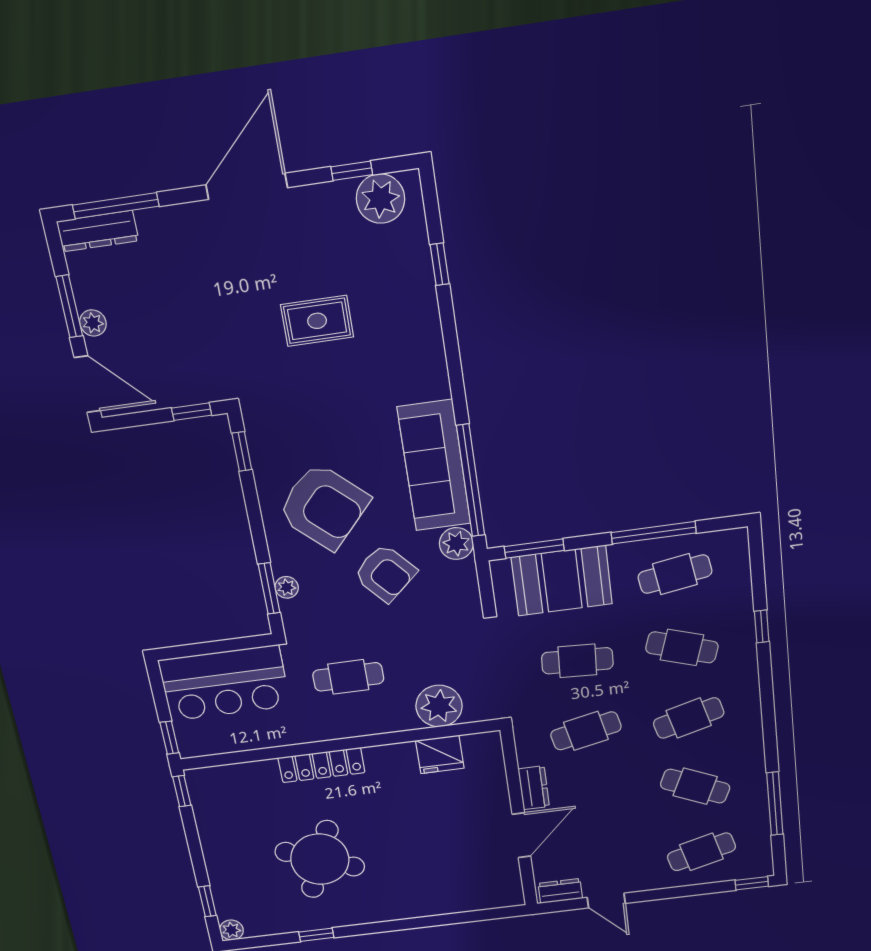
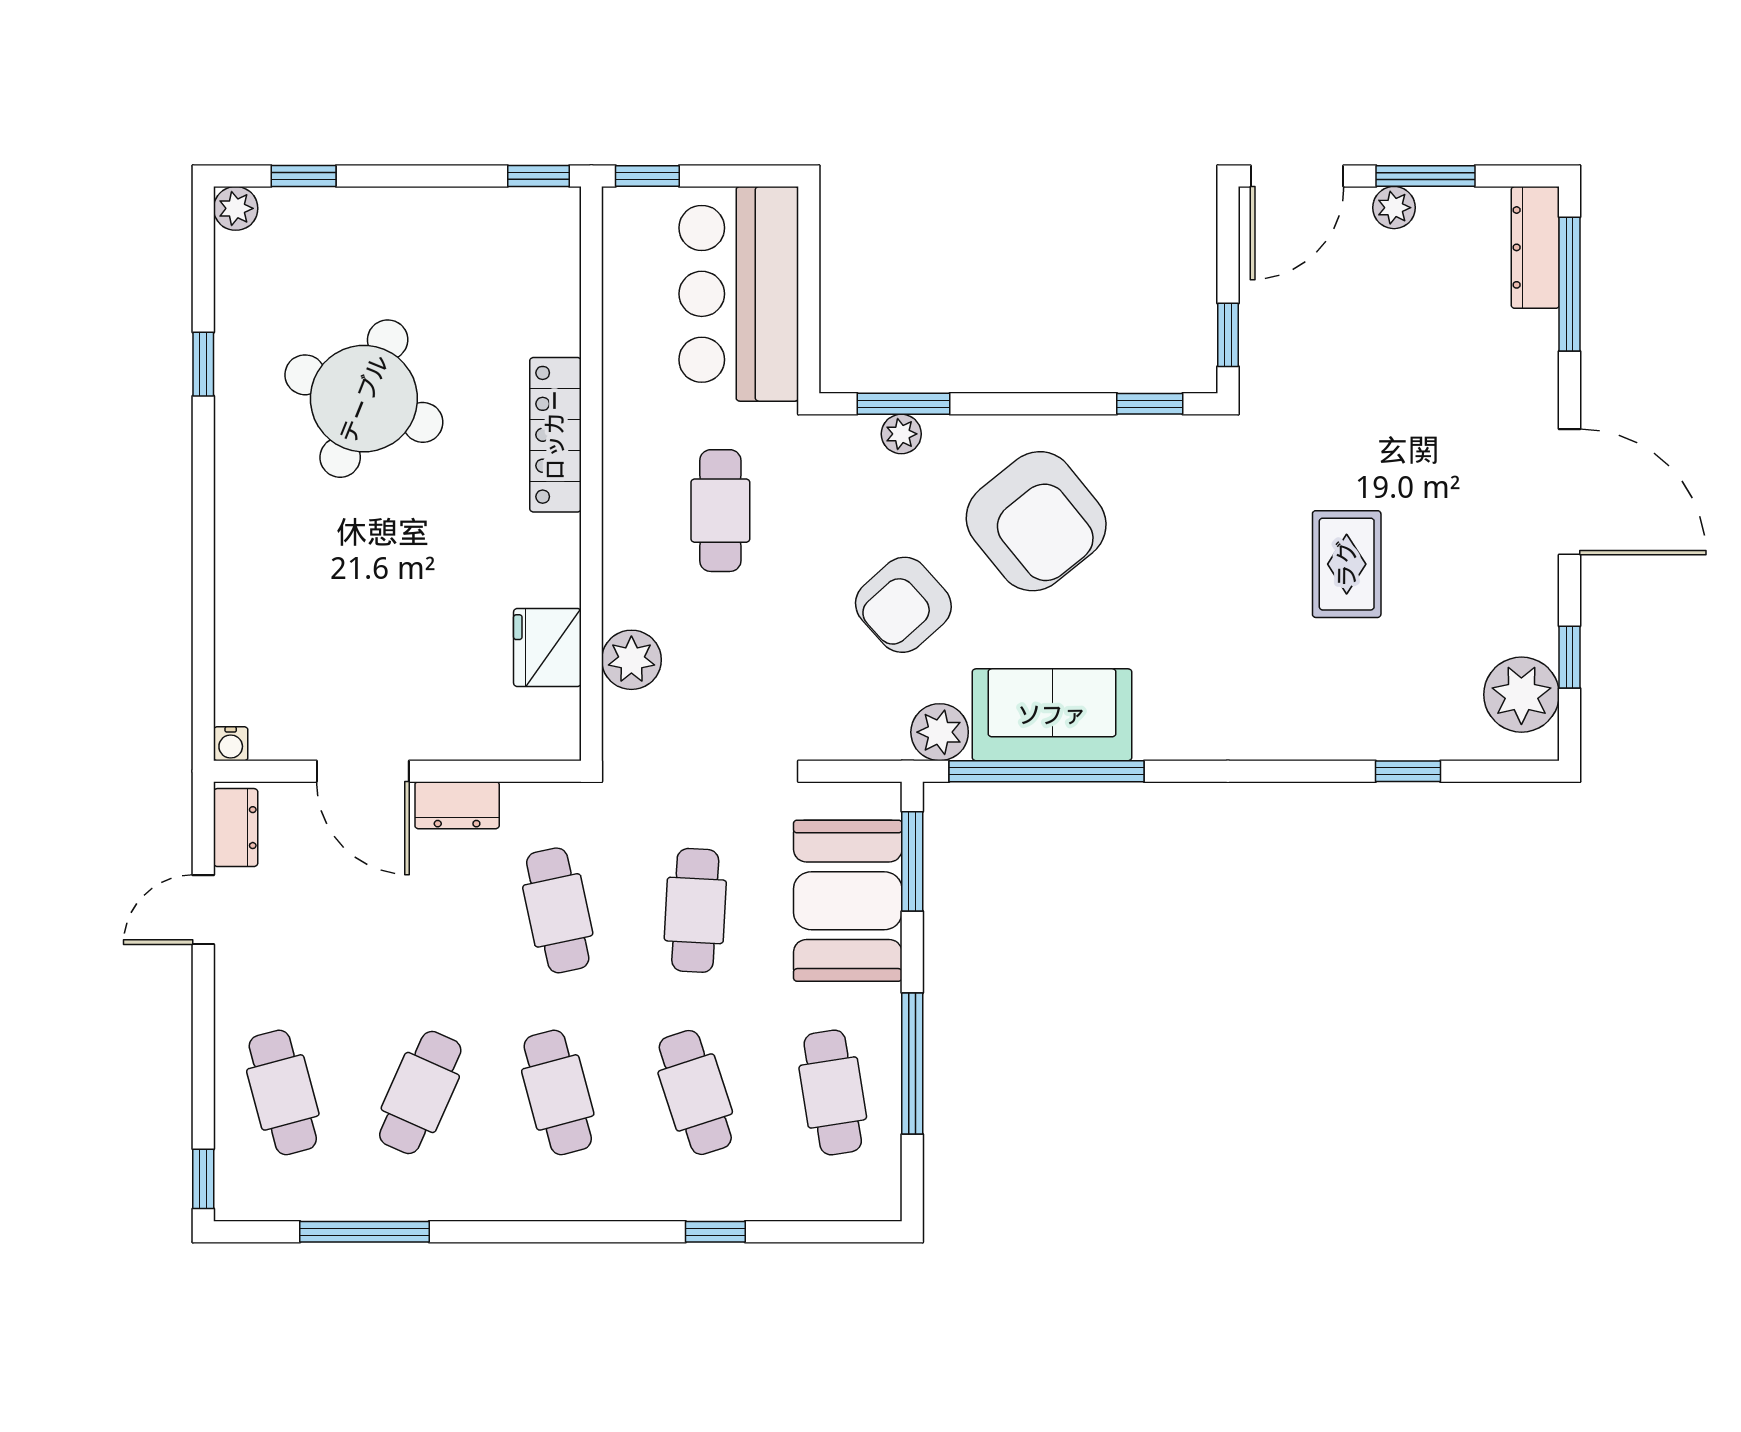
sofa: (434, 466) -> (1052, 715), width x0.73
armchair: (324, 507) -> (1036, 521), turned -81
cafe table: (682, 647) -> (695, 1092), turned -36
plant: (439, 706) -> (631, 660), width x0.73, depth x0.73
water cooler: (516, 899) -> (231, 744), added

